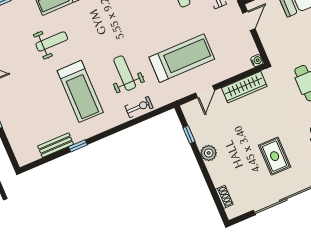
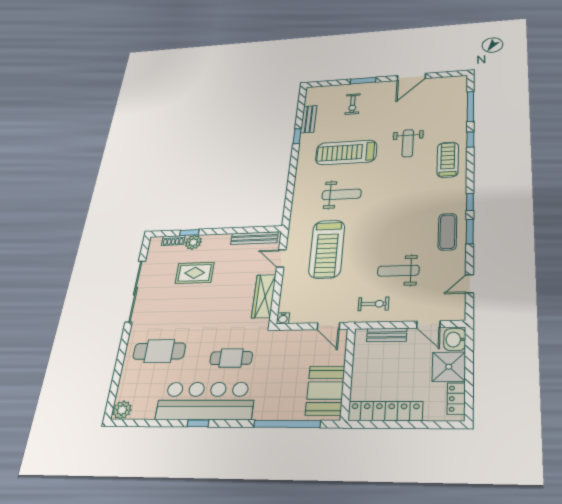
exercise bike: (139, 107) -> (353, 104), moved
bench: (195, 126) -> (254, 238), added
window: (189, 135) -> (189, 233), moved
plant: (209, 153) -> (193, 242), moved
rug: (275, 156) -> (195, 273), moved

